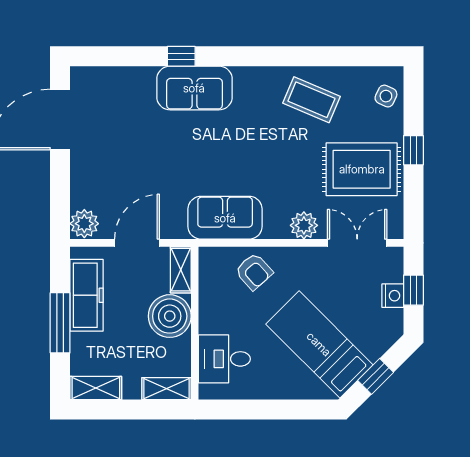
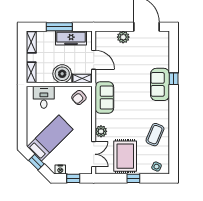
plant: (84, 224) -> (123, 37), moved
armchair: (254, 272) -> (79, 98), moved
nightstand: (393, 296) -> (60, 169), moved

